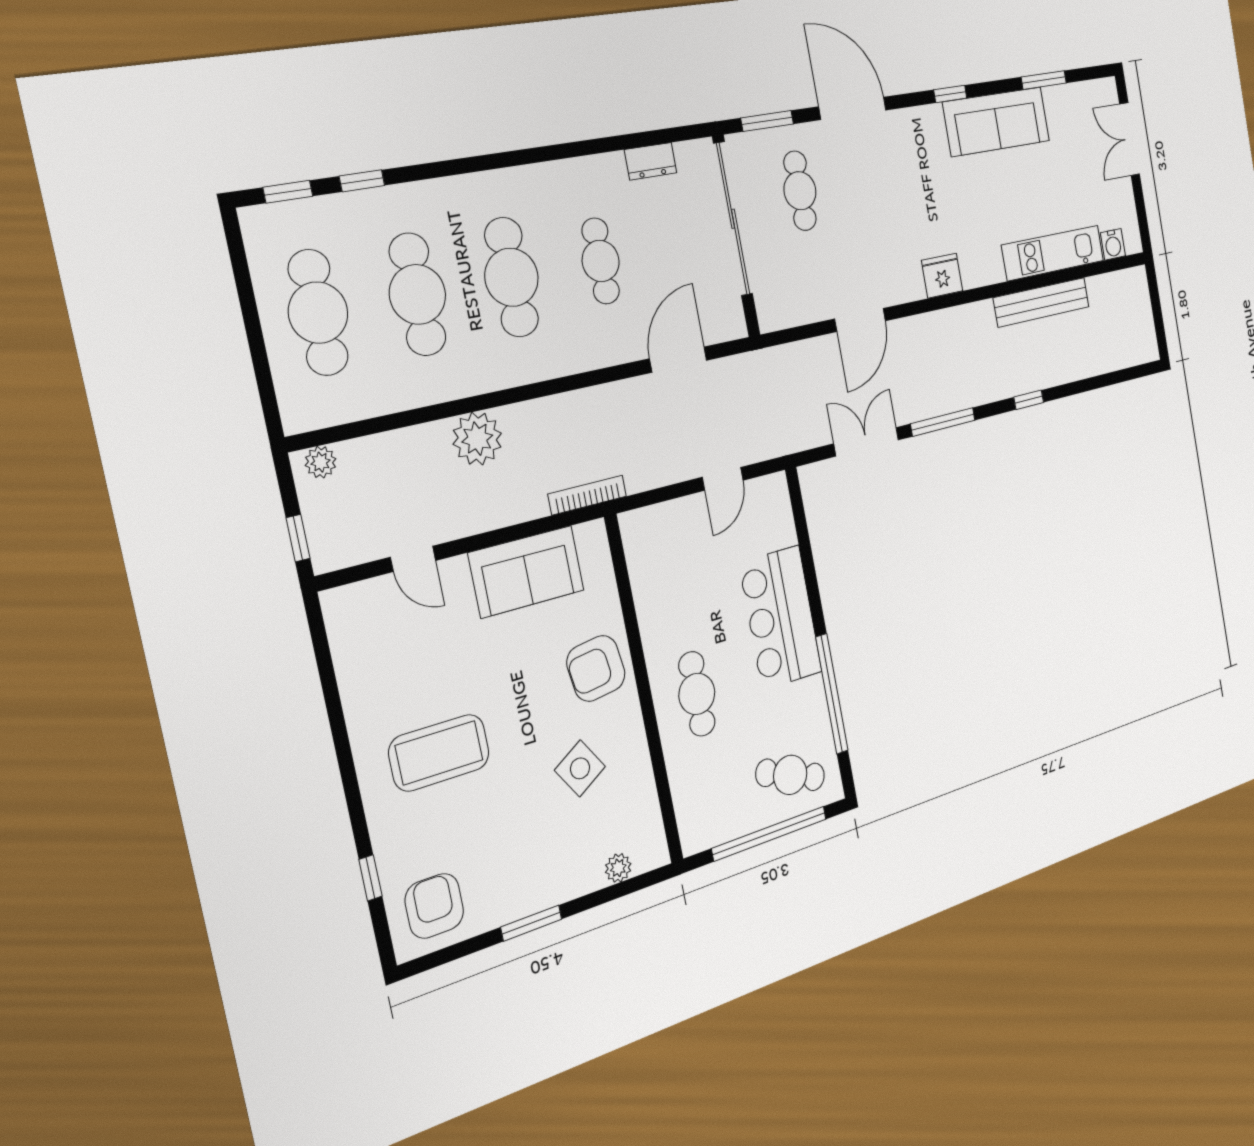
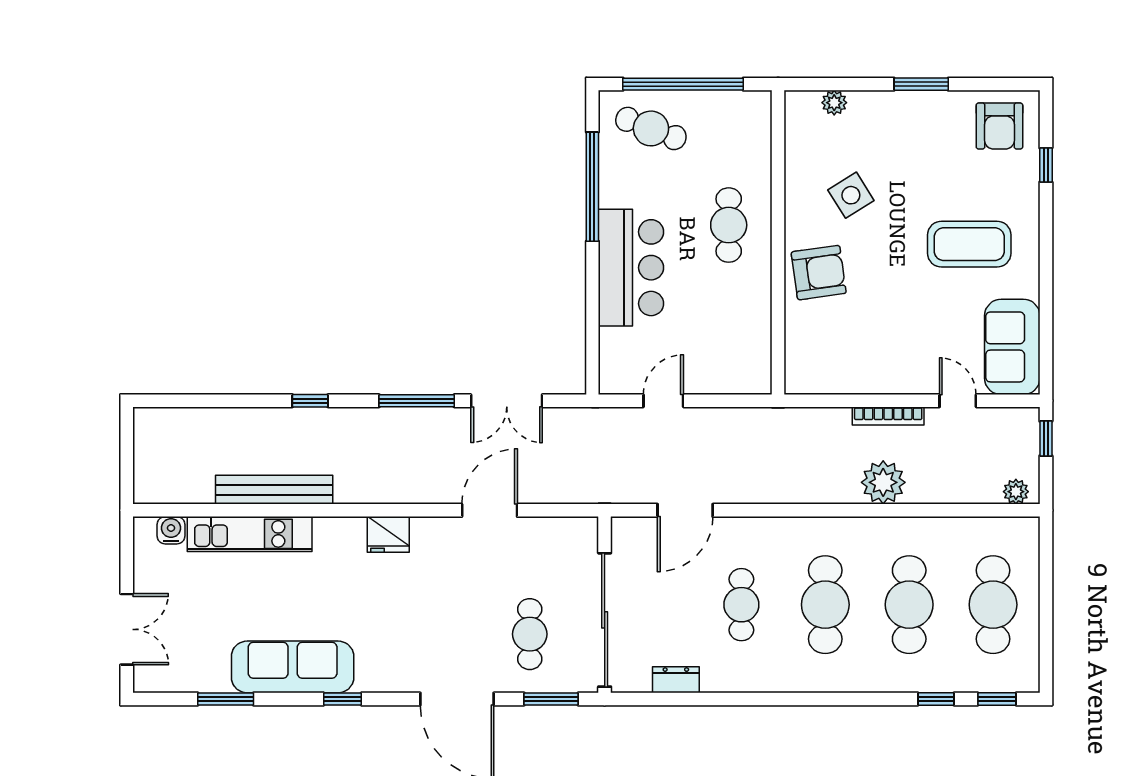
bookcase: (587, 495) -> (888, 416), moved
sofa: (526, 572) -> (1012, 347), moved, turned -90

